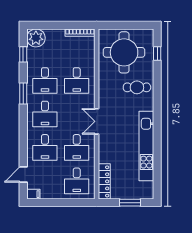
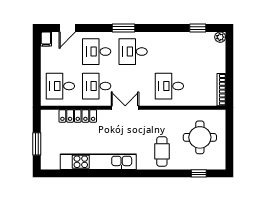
plant: (36, 38) -> (220, 37), width x0.53, depth x0.53
round table: (124, 52) -> (200, 137), width x0.73, depth x0.73
desk: (45, 80) -> (169, 52), removed
window: (23, 93) -> (123, 28), moved
door: (23, 175) -> (67, 28), swing flipped
locker: (104, 181) -> (78, 116), moved

